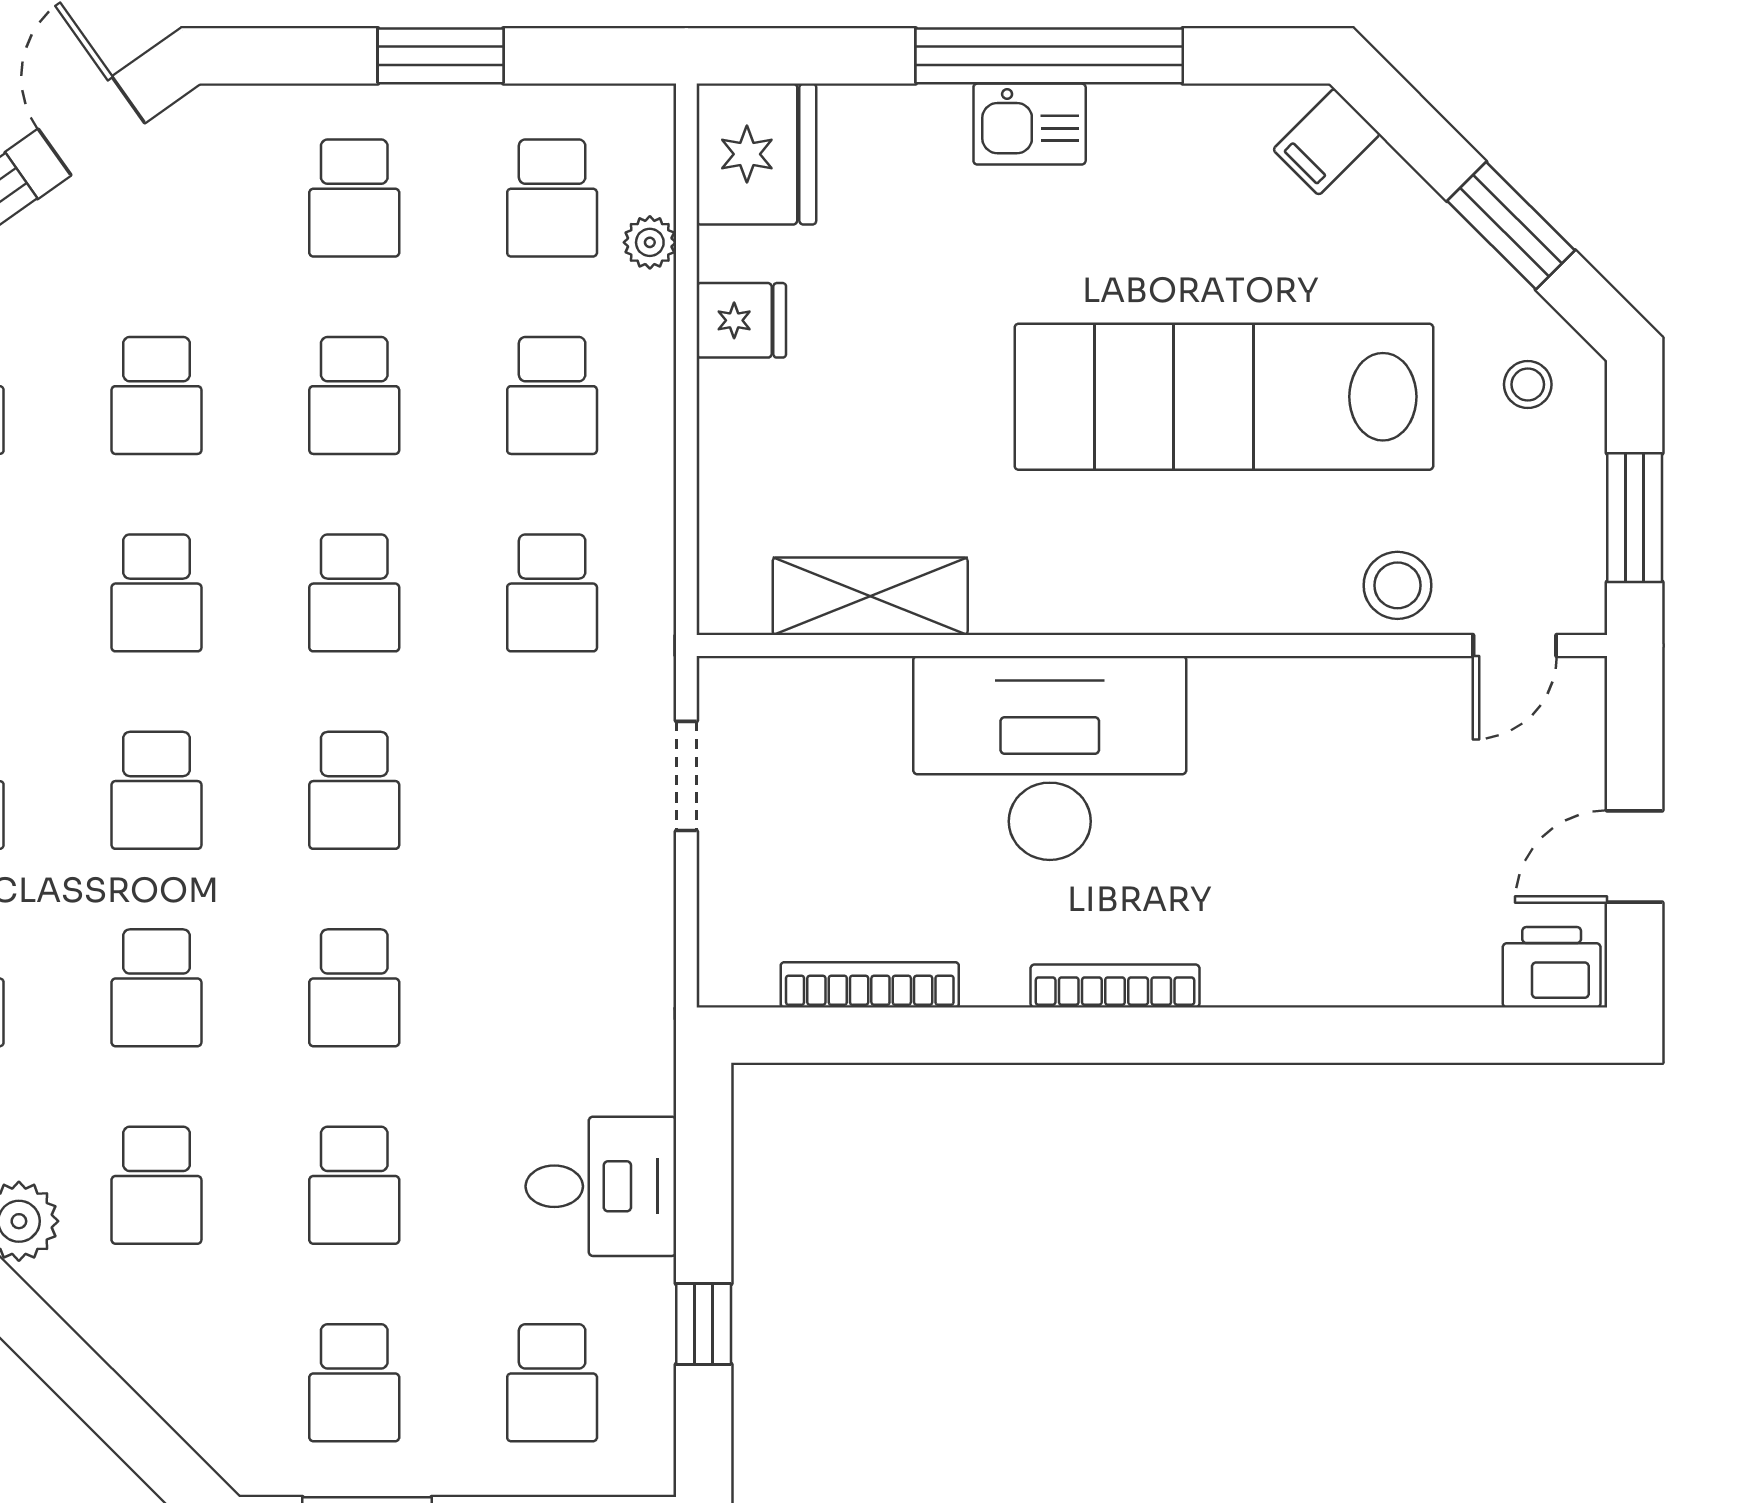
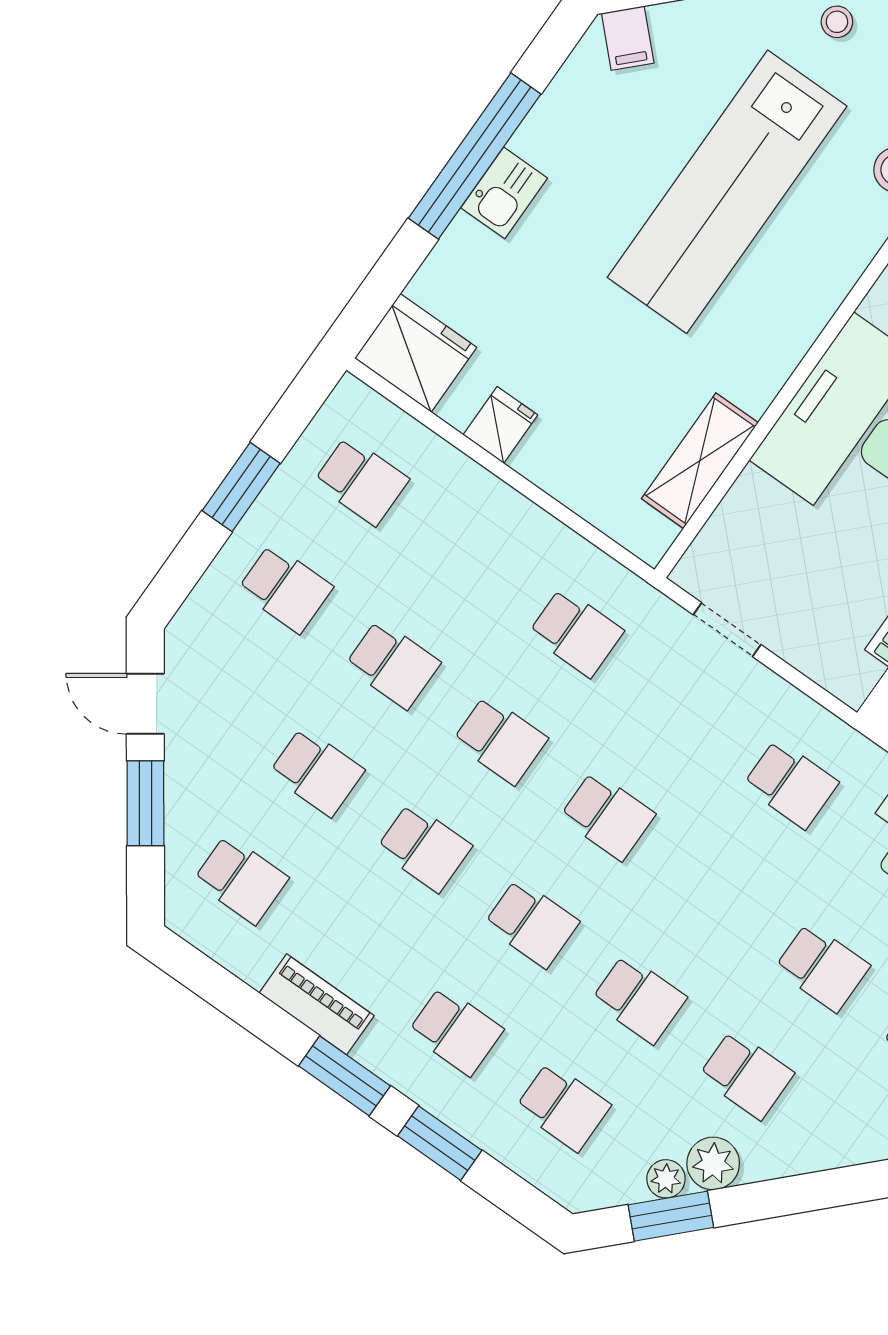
plant: (650, 242) -> (423, 445), removed
school desk: (552, 395) -> (469, 557), removed
school desk: (354, 988) -> (791, 784), moved

